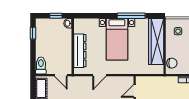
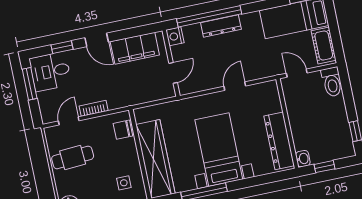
dresser: (80, 51) -> (279, 141), moved

